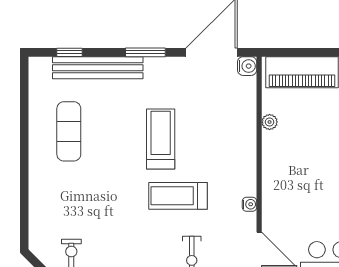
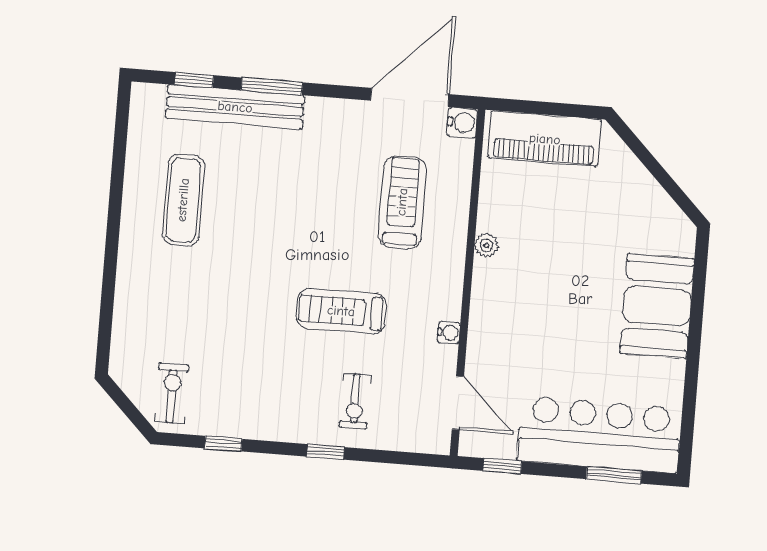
window: (145, 52) -> (272, 86), moved
plant: (270, 122) -> (486, 245), moved
treadmill: (161, 139) -> (402, 202), moved

